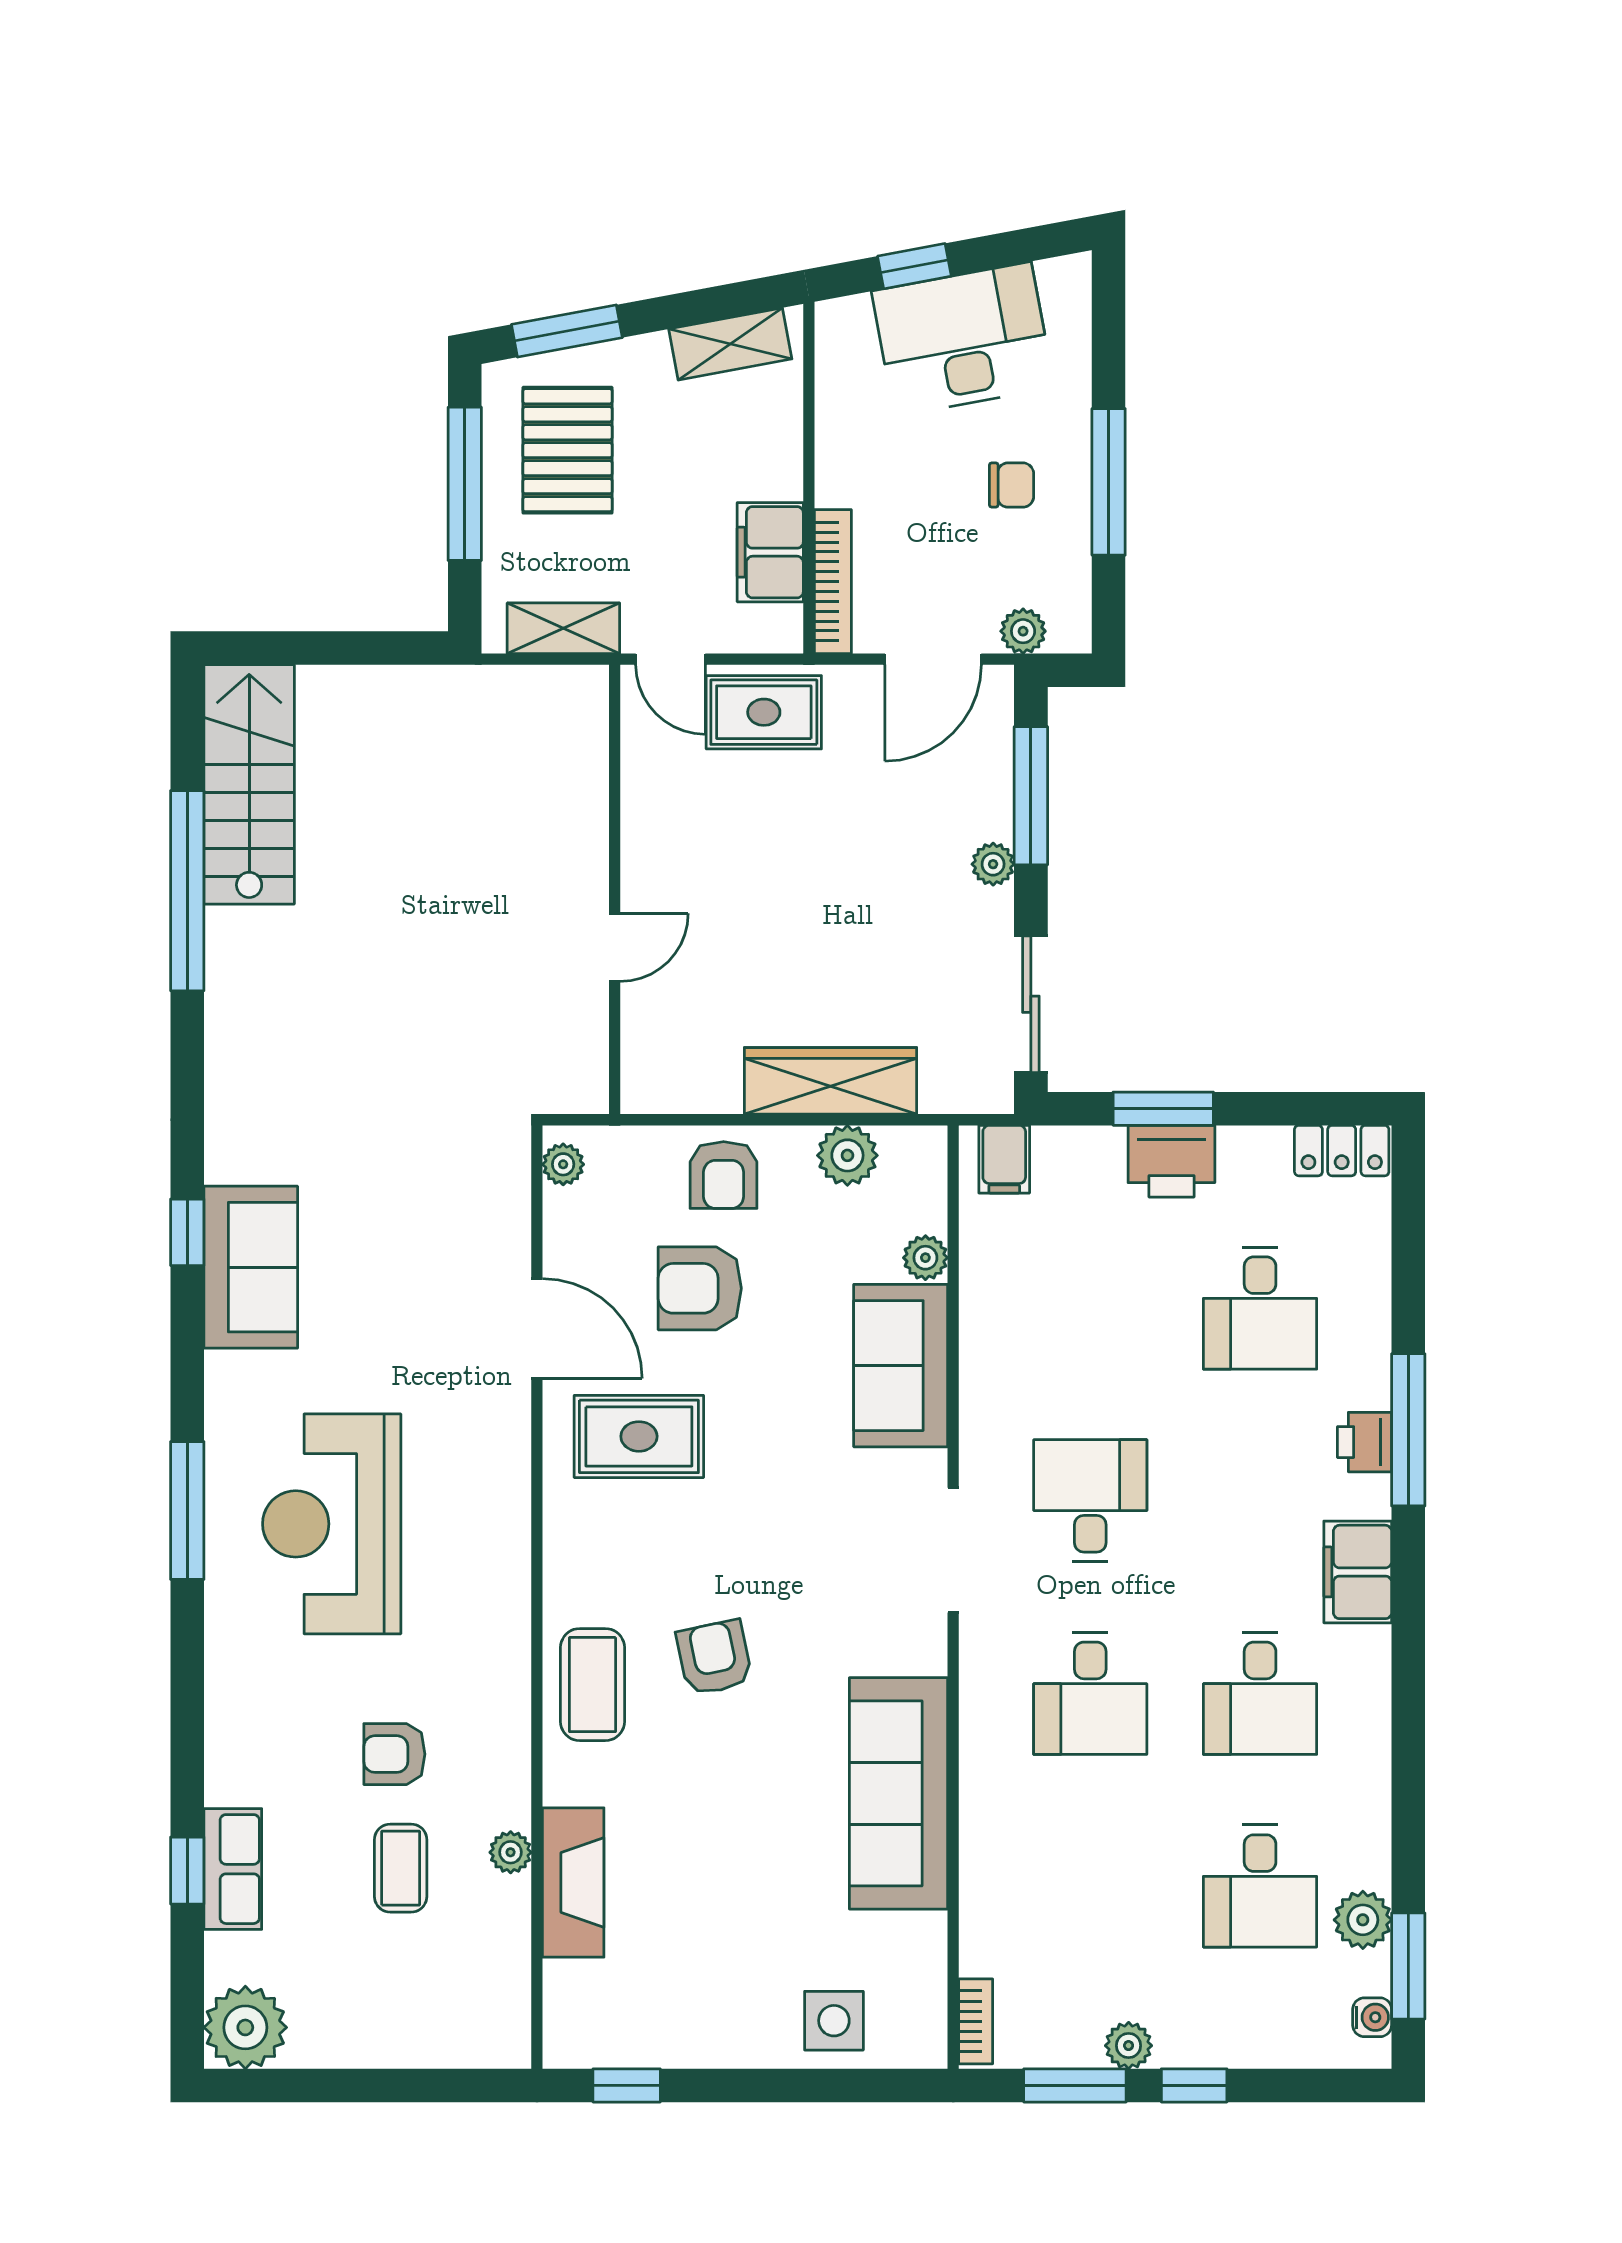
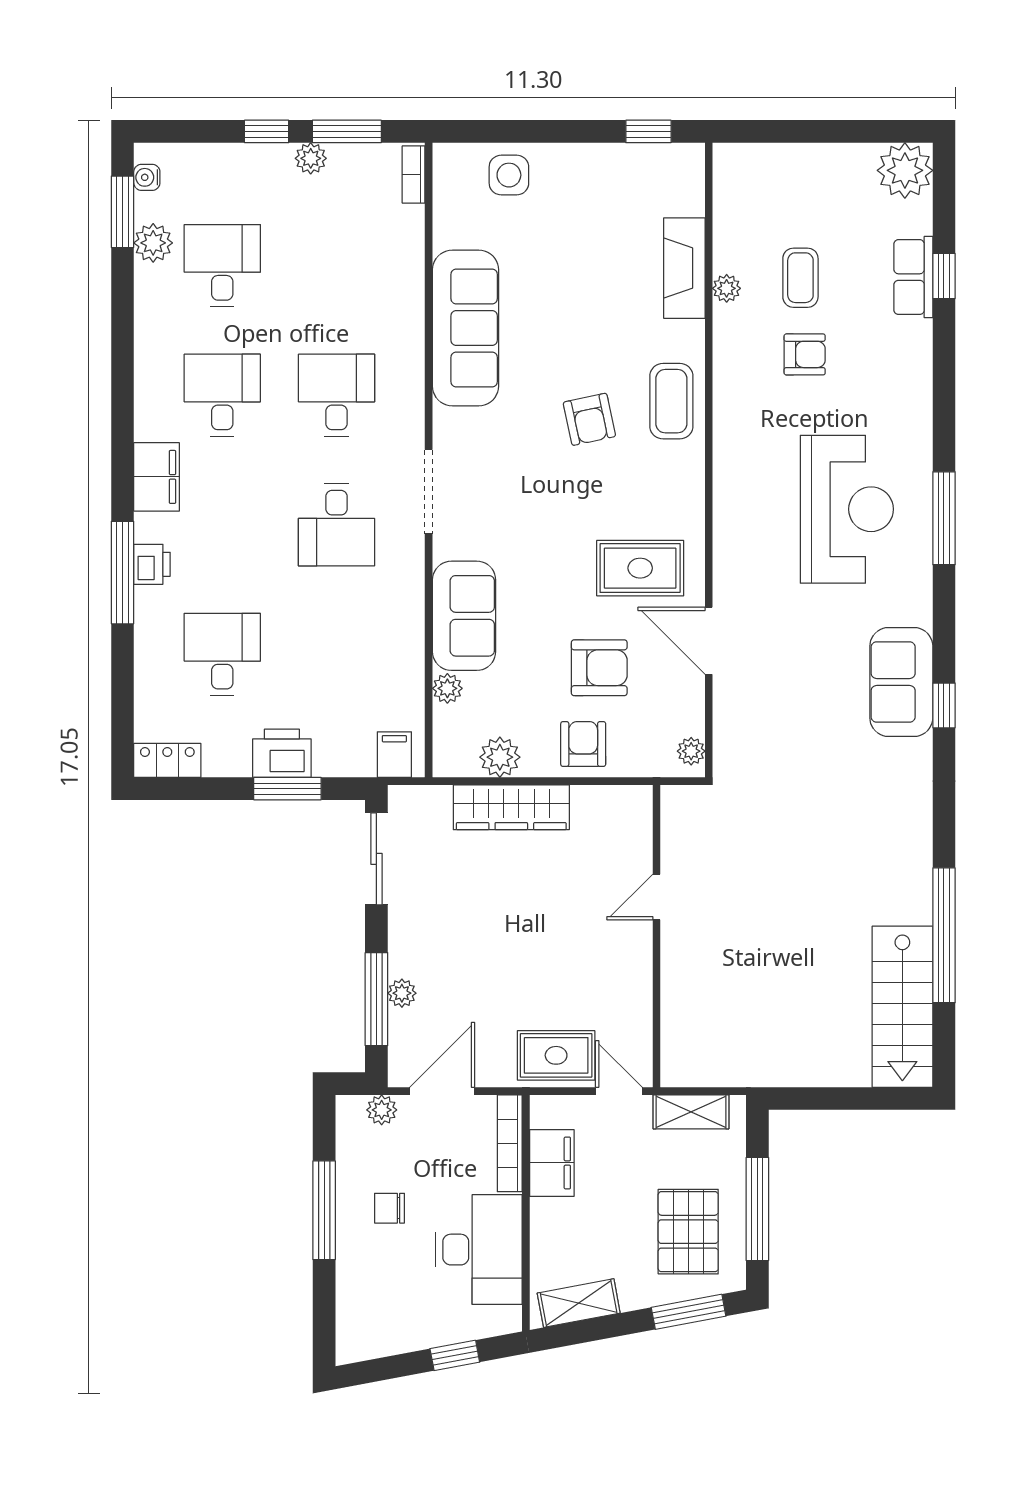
desk: (963, 339) -> (479, 1250), moved, turned -79
plant: (993, 864) -> (402, 993), moved

